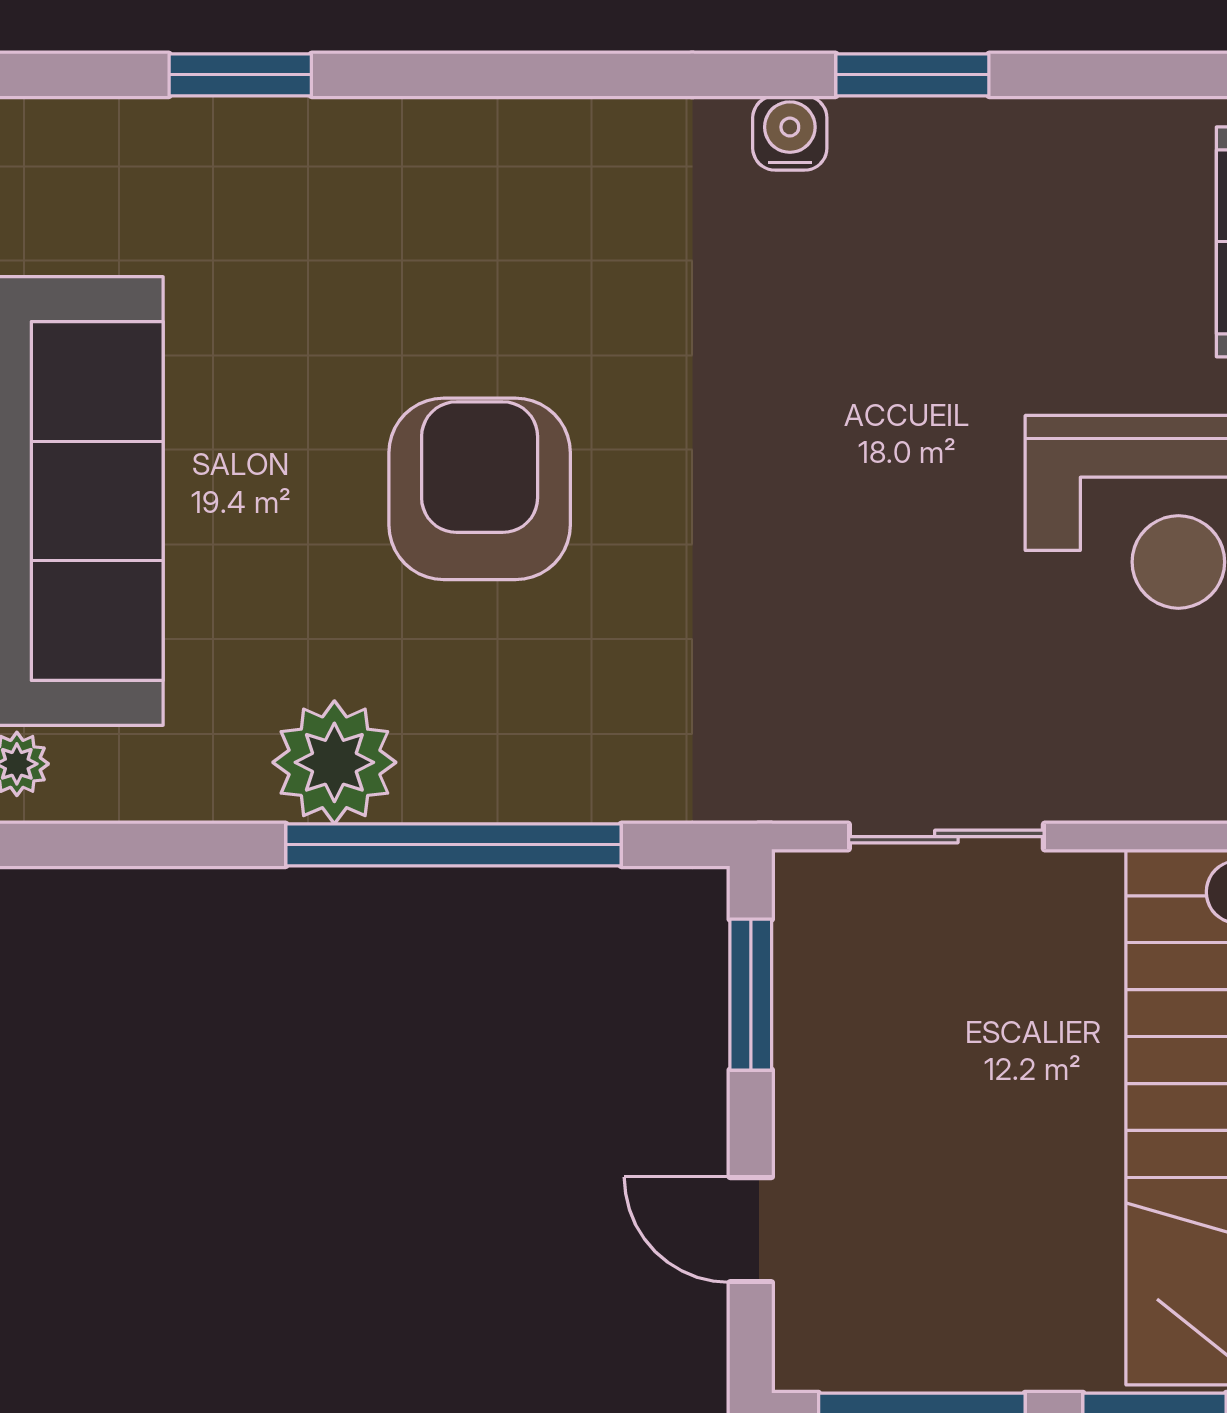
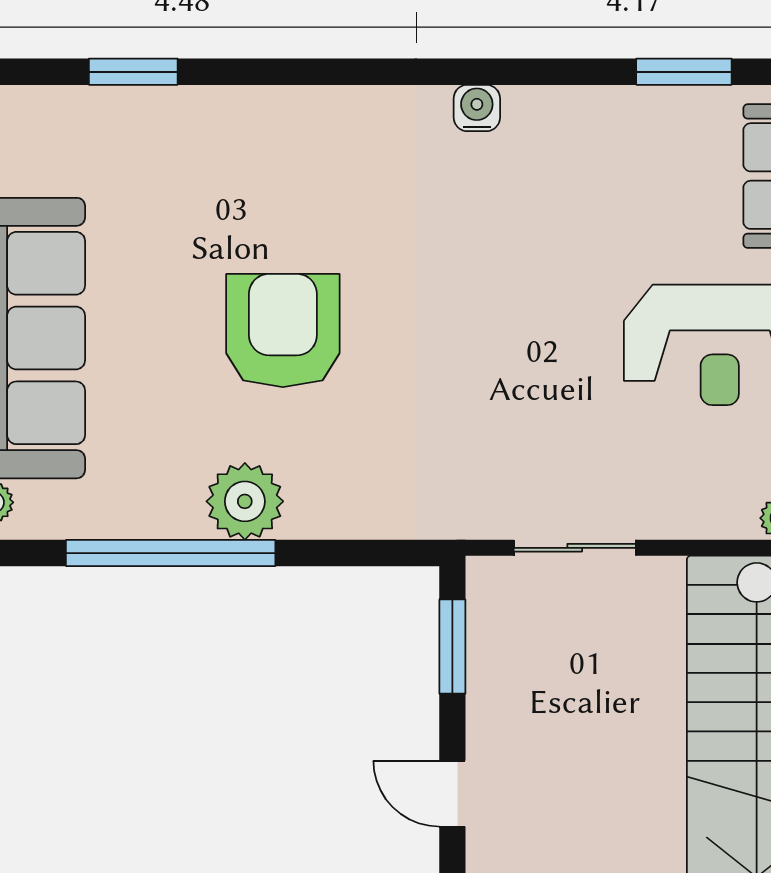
window: (912, 75) -> (684, 72), moved
plant: (334, 762) -> (245, 501), moved
window: (453, 845) -> (171, 553), moved

